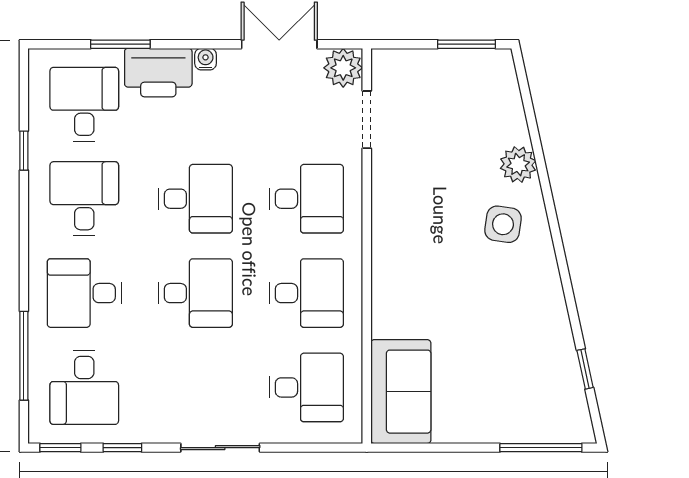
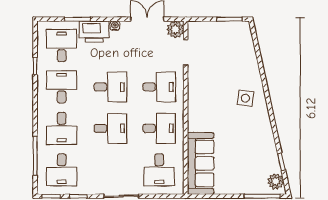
plant: (518, 165) -> (276, 181), moved
desk: (84, 293) -> (62, 128), turned -90
desk: (306, 387) -> (159, 170), turned 90
sofa: (401, 392) -> (201, 163), width x1.36

